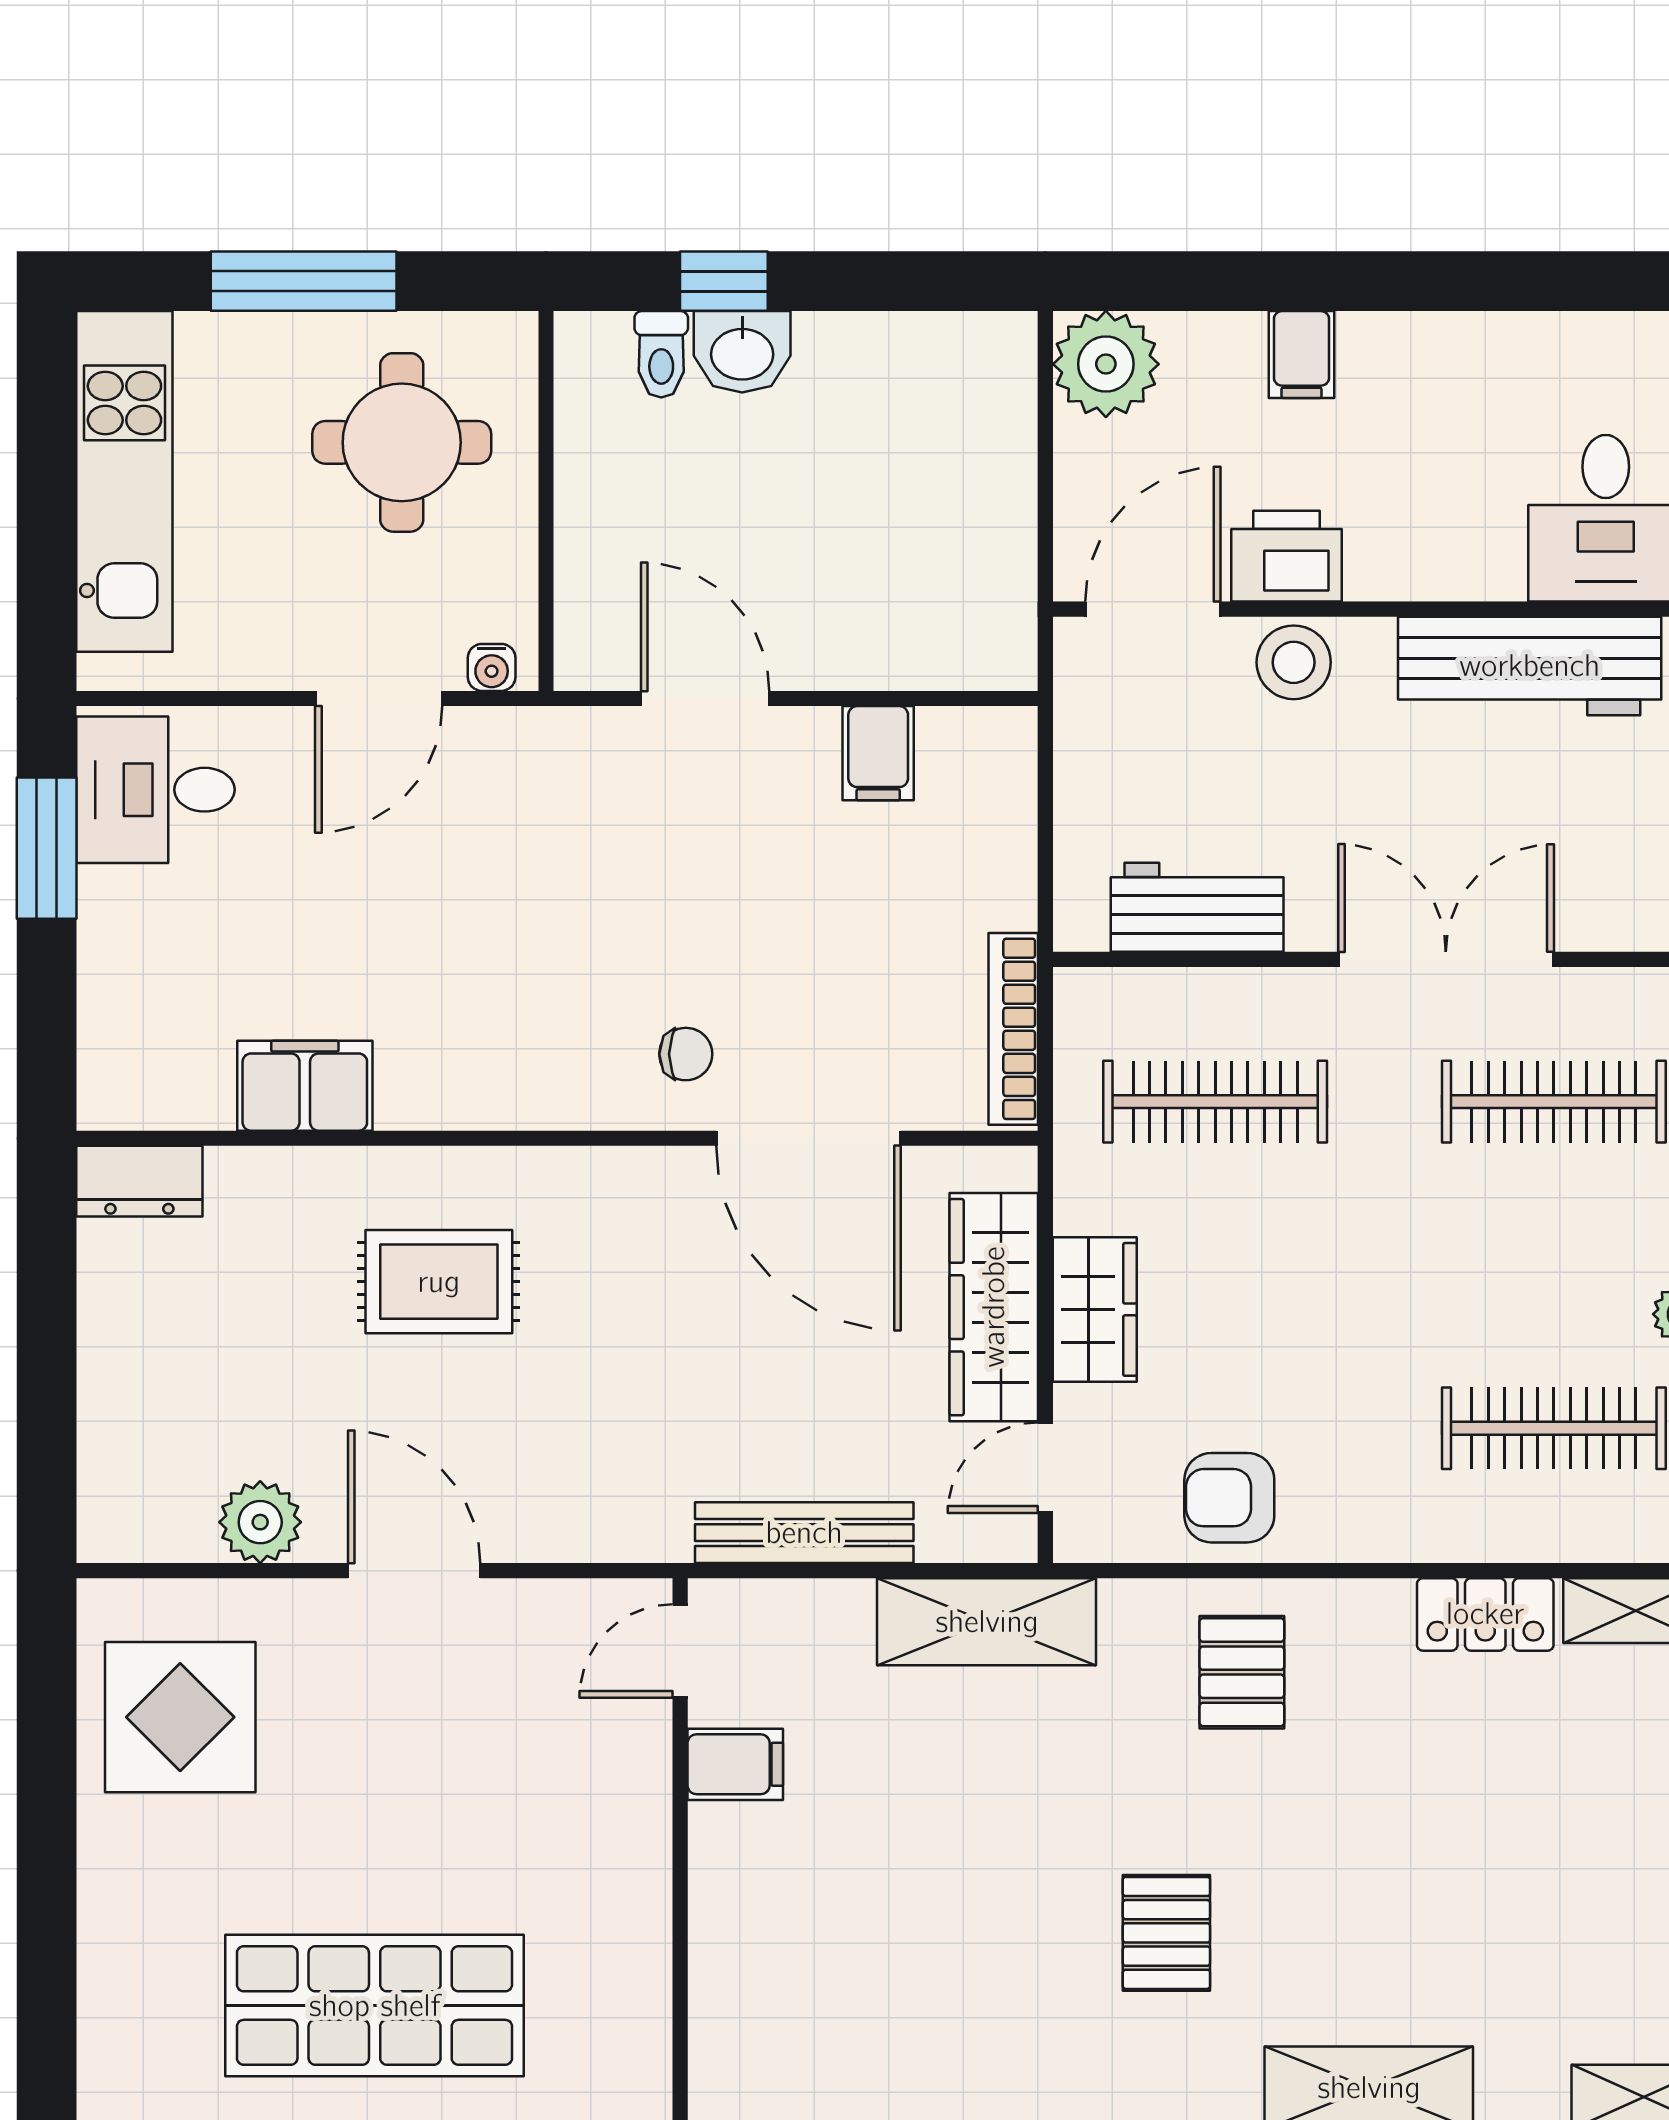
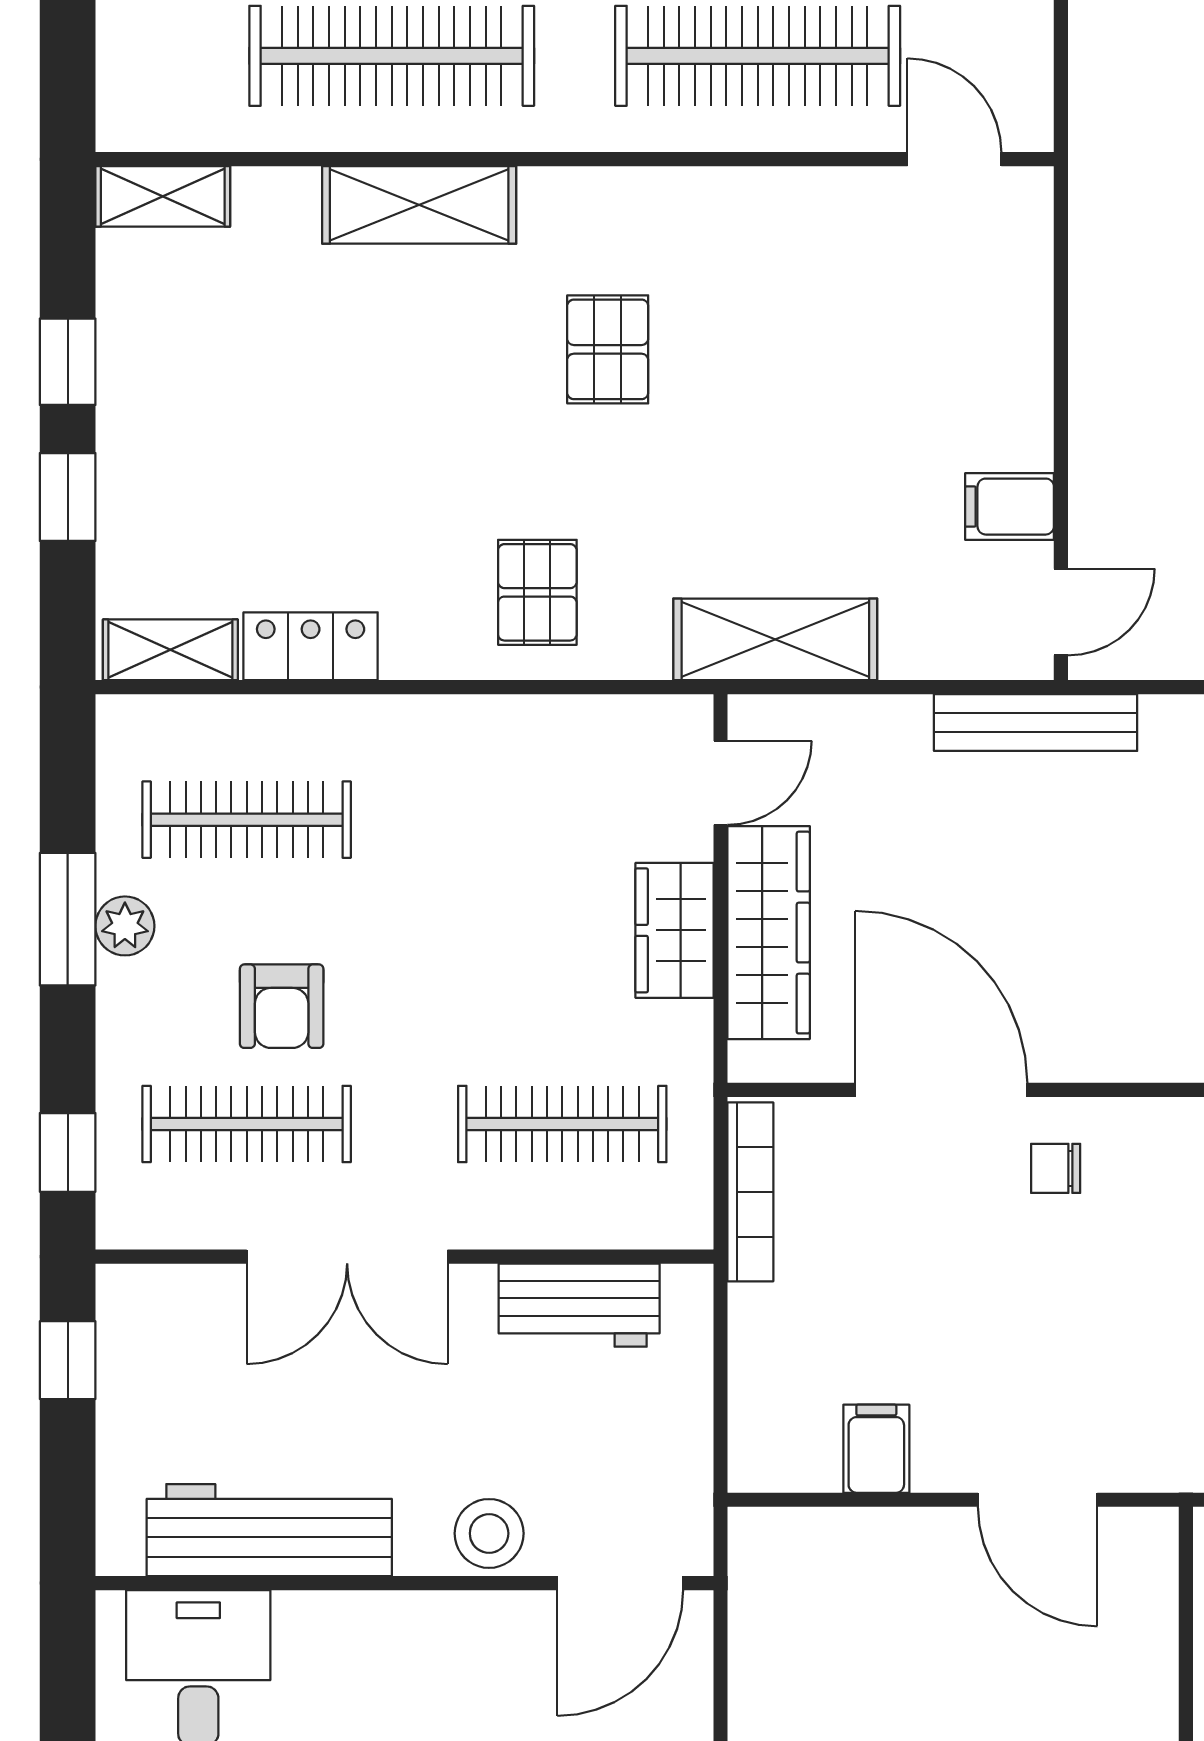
printer: (1286, 556) -> (496, 1632), removed
armchair: (1229, 1498) -> (282, 1006), moved, turned 90
bench: (804, 1533) -> (1036, 722), moved

